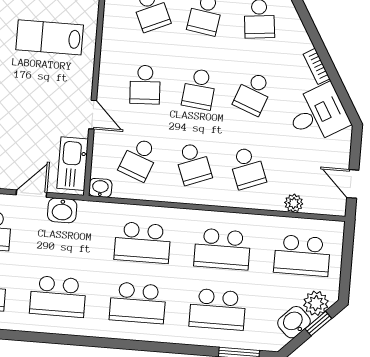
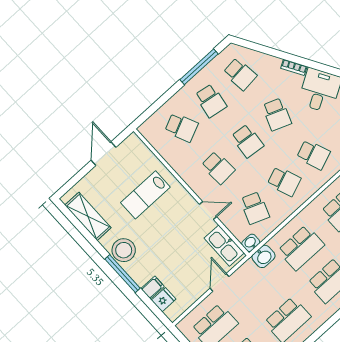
washbasin: (62, 210) -> (264, 256), moved

